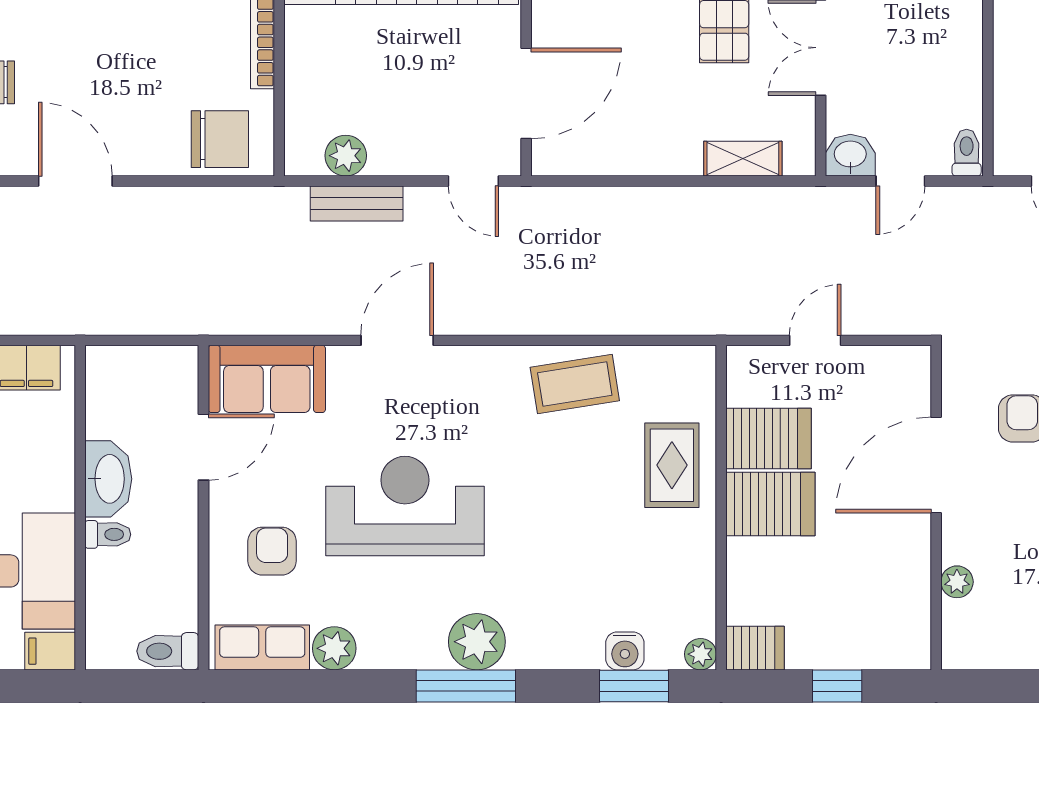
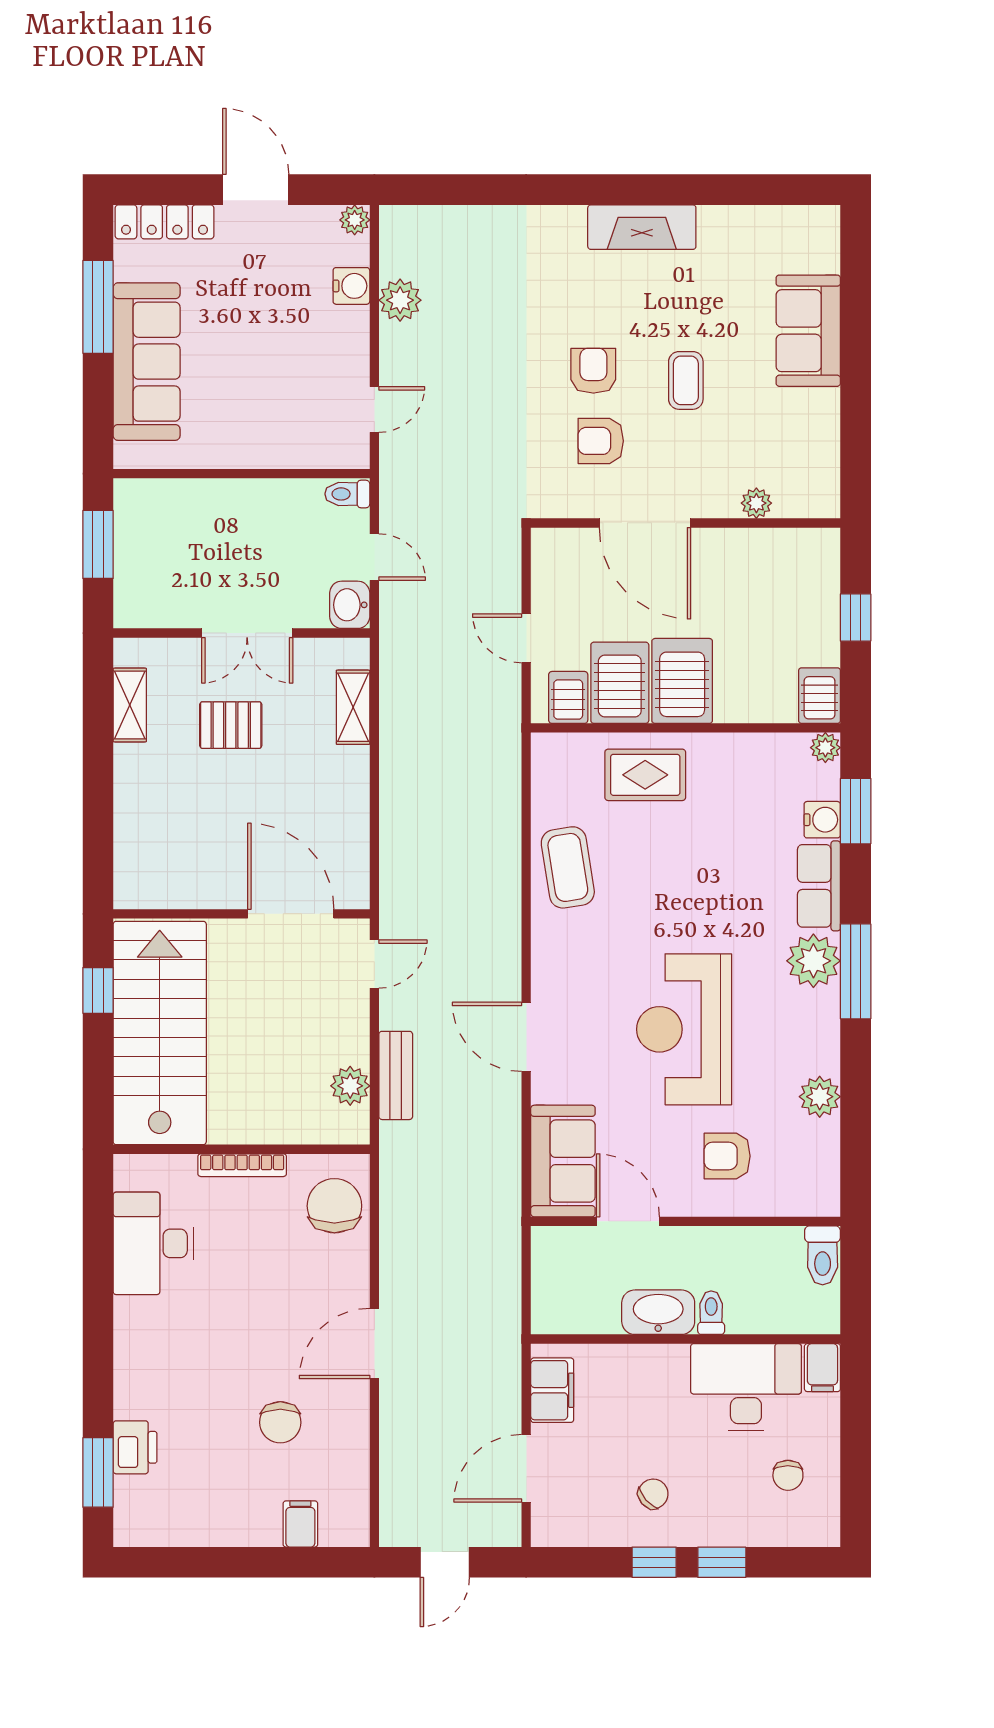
server rack: (753, 384) -> (568, 697), added
row of seats: (262, 647) -> (819, 886), moved

